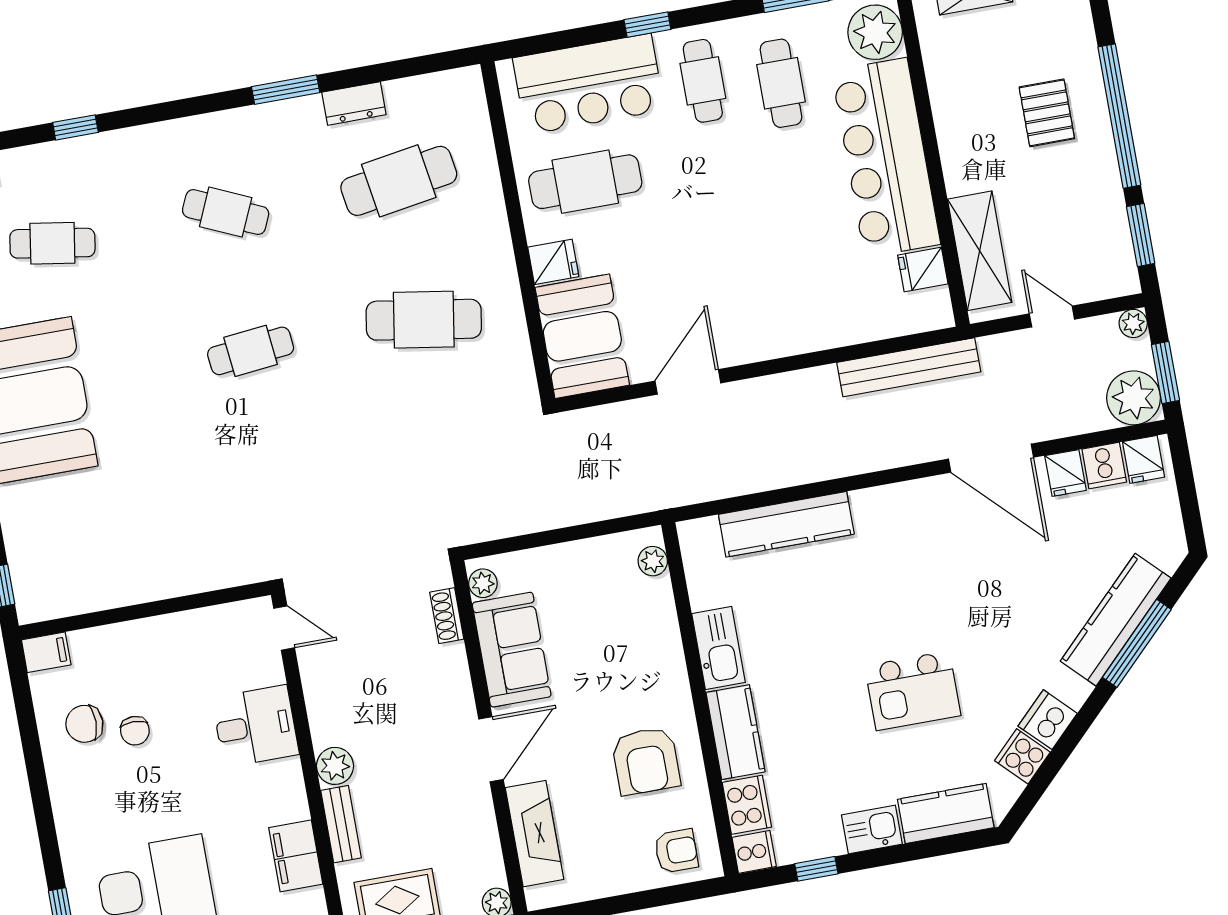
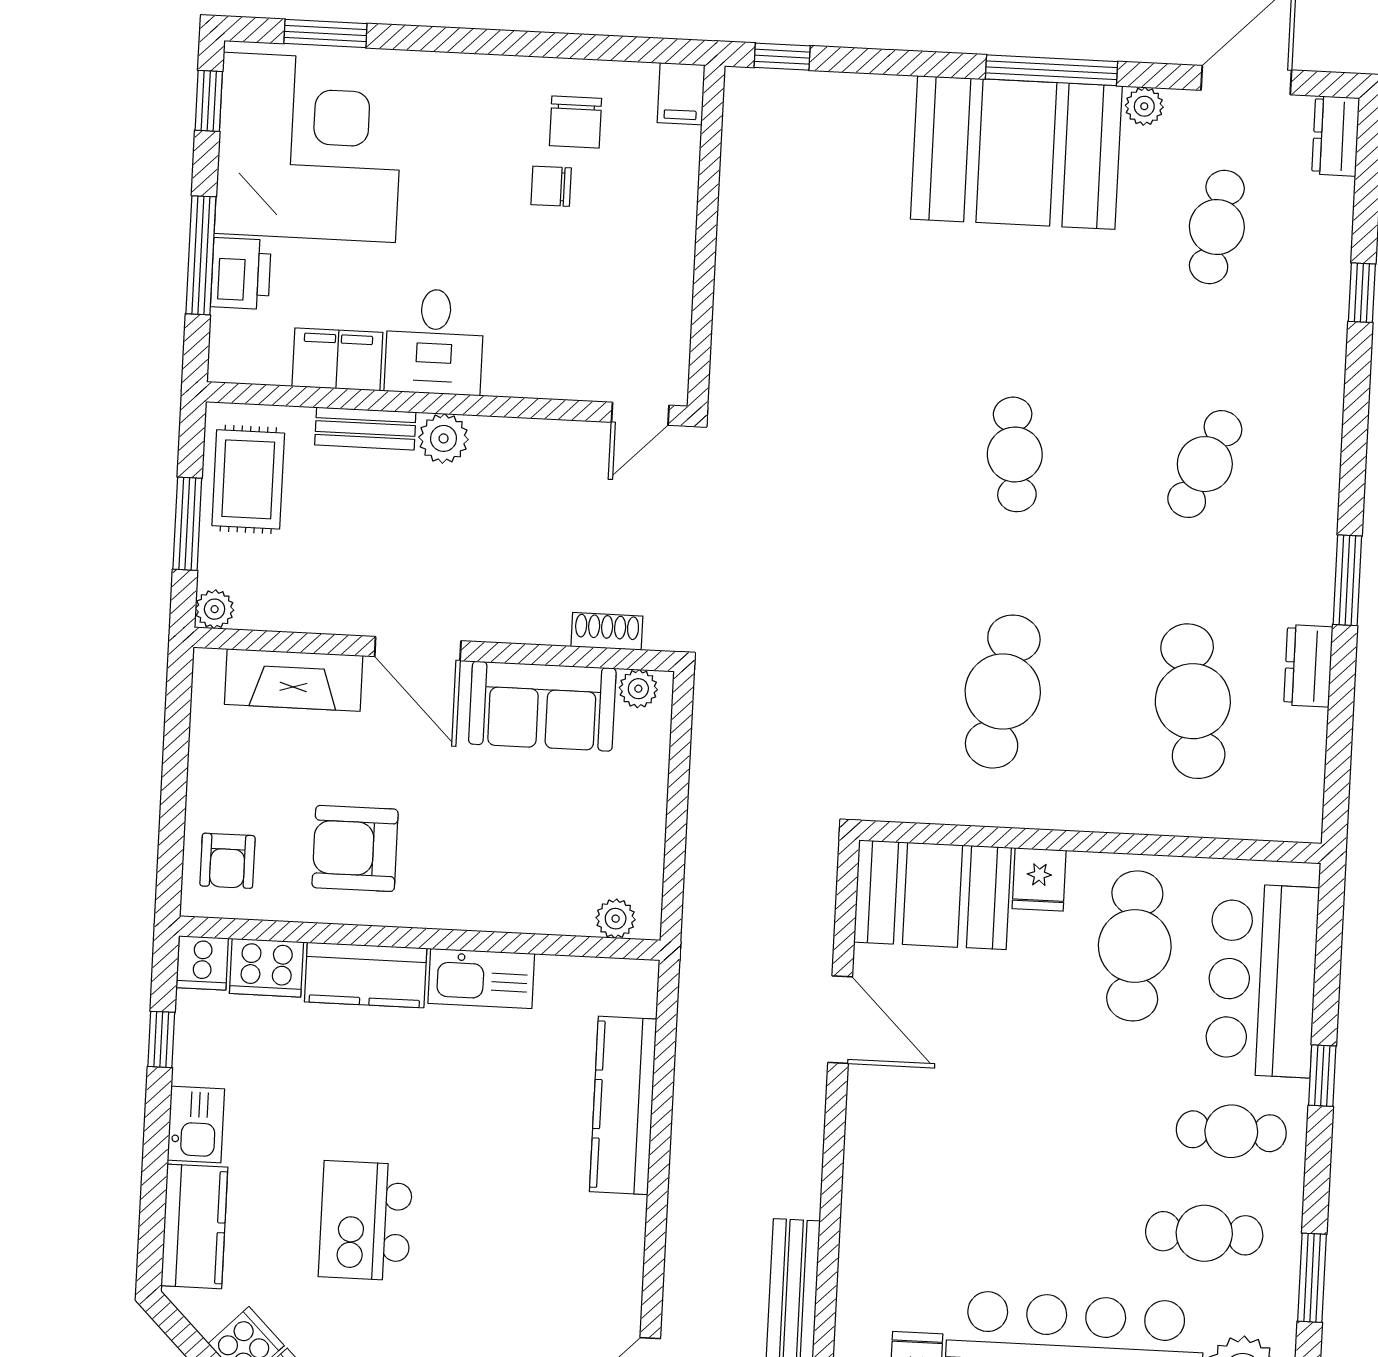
chair: (84, 724) -> (576, 122), turned 180
desk: (255, 726) -> (434, 342), moved

